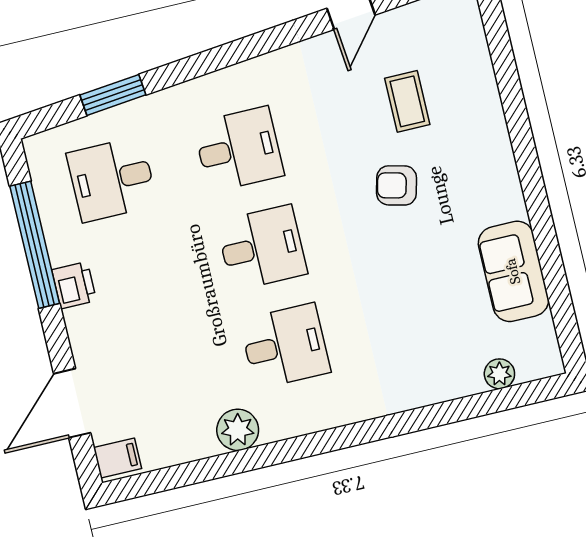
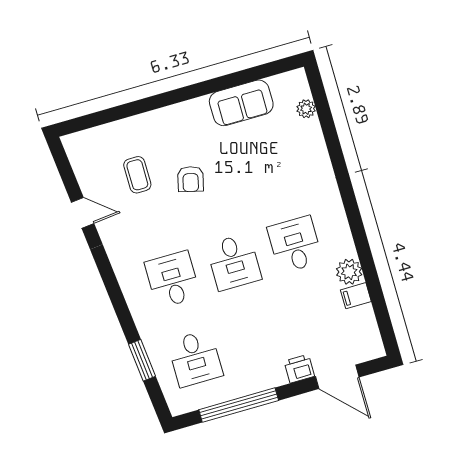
coffee table: (407, 101) -> (137, 175), turned 90
desk: (262, 248) -> (234, 262), turned 180
printer: (74, 285) -> (299, 369), moved
filing cabinet: (118, 458) -> (356, 296), moved, turned -90

